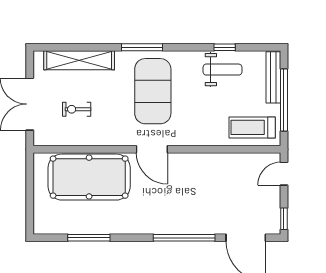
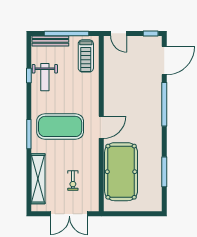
weight bench: (222, 70) -> (45, 77), turned 180

